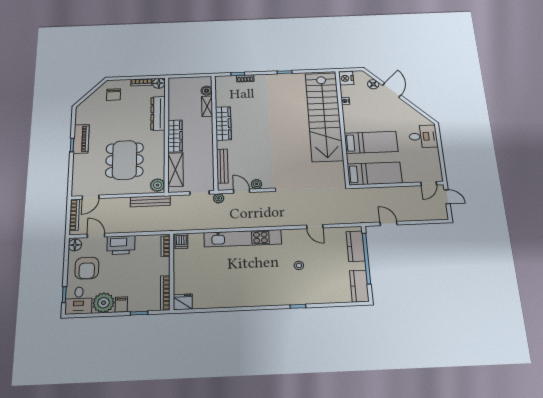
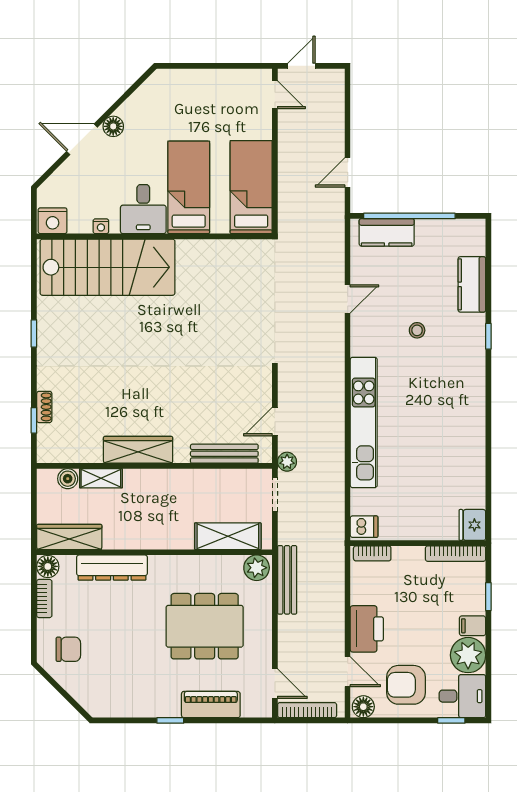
floor lamp: (373, 84) -> (113, 126), moved
stairs: (324, 117) -> (108, 267), width x0.73
wardrobe: (175, 136) -> (69, 537), moved
desk: (423, 136) -> (143, 209), moved, turned 180
piano: (81, 139) -> (211, 705), moved
plant: (256, 184) -> (262, 395), removed
door: (96, 236) -> (348, 672), swing flipped
armchair: (87, 268) -> (406, 685), turned 180
kitchen counter: (359, 286) -> (472, 284), moved, turned 90

